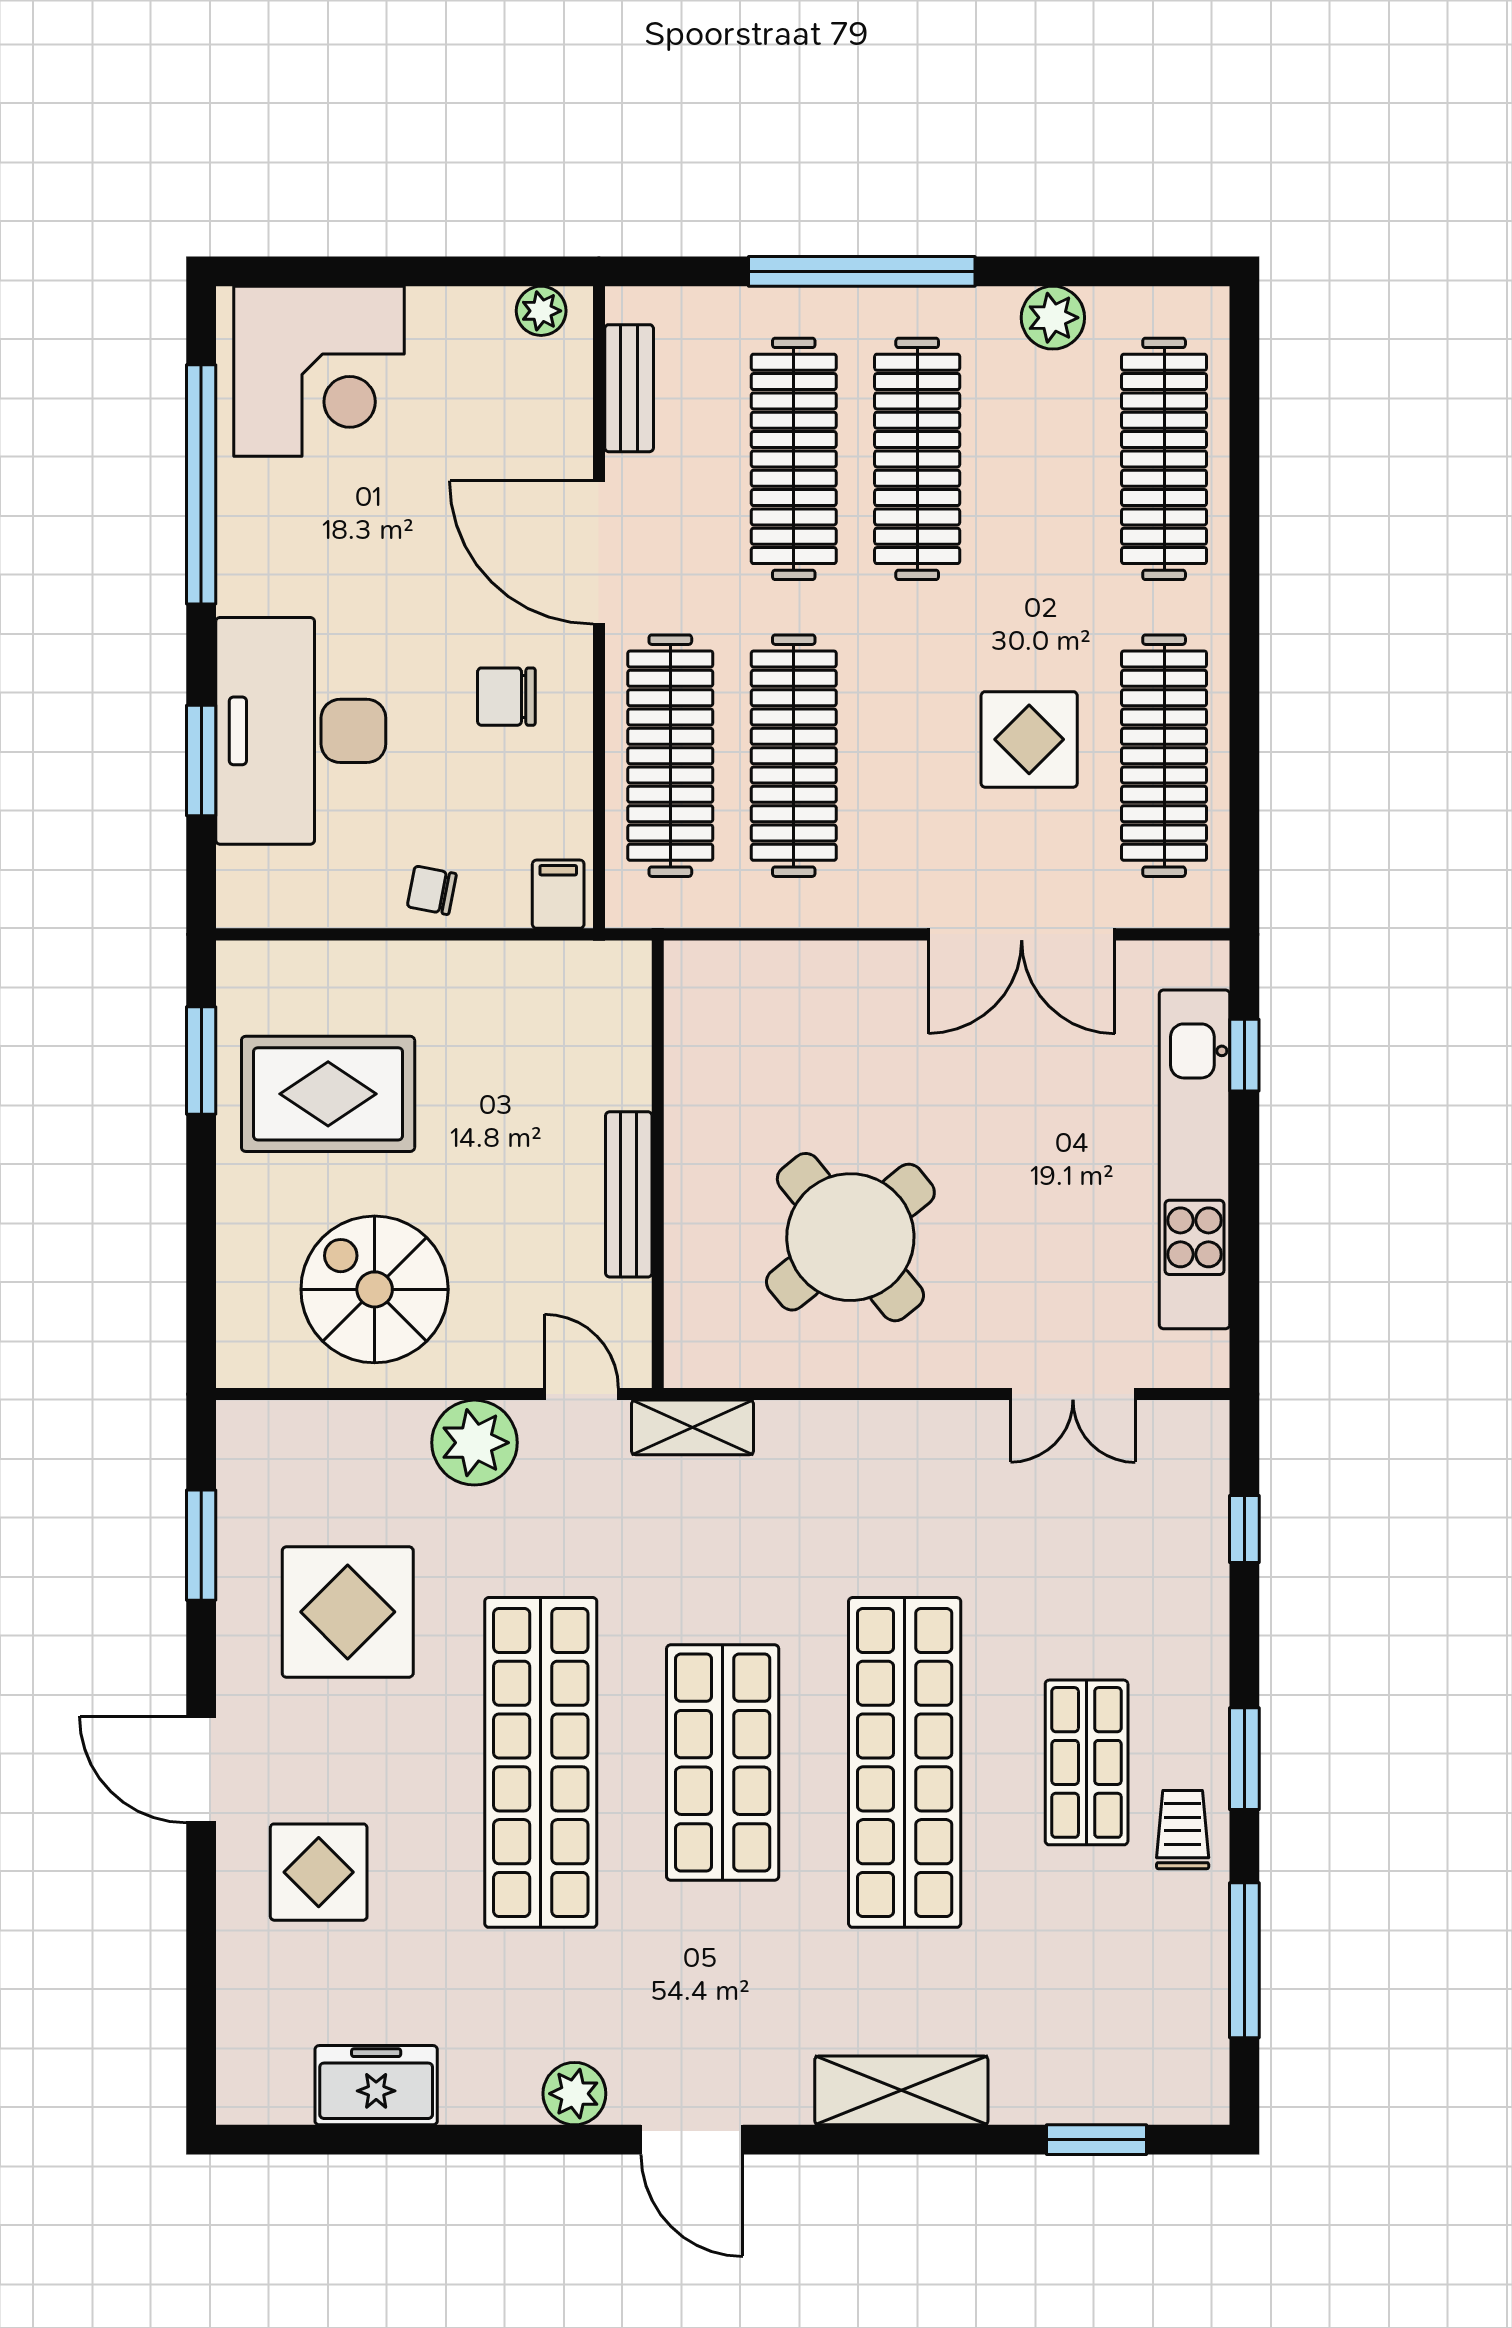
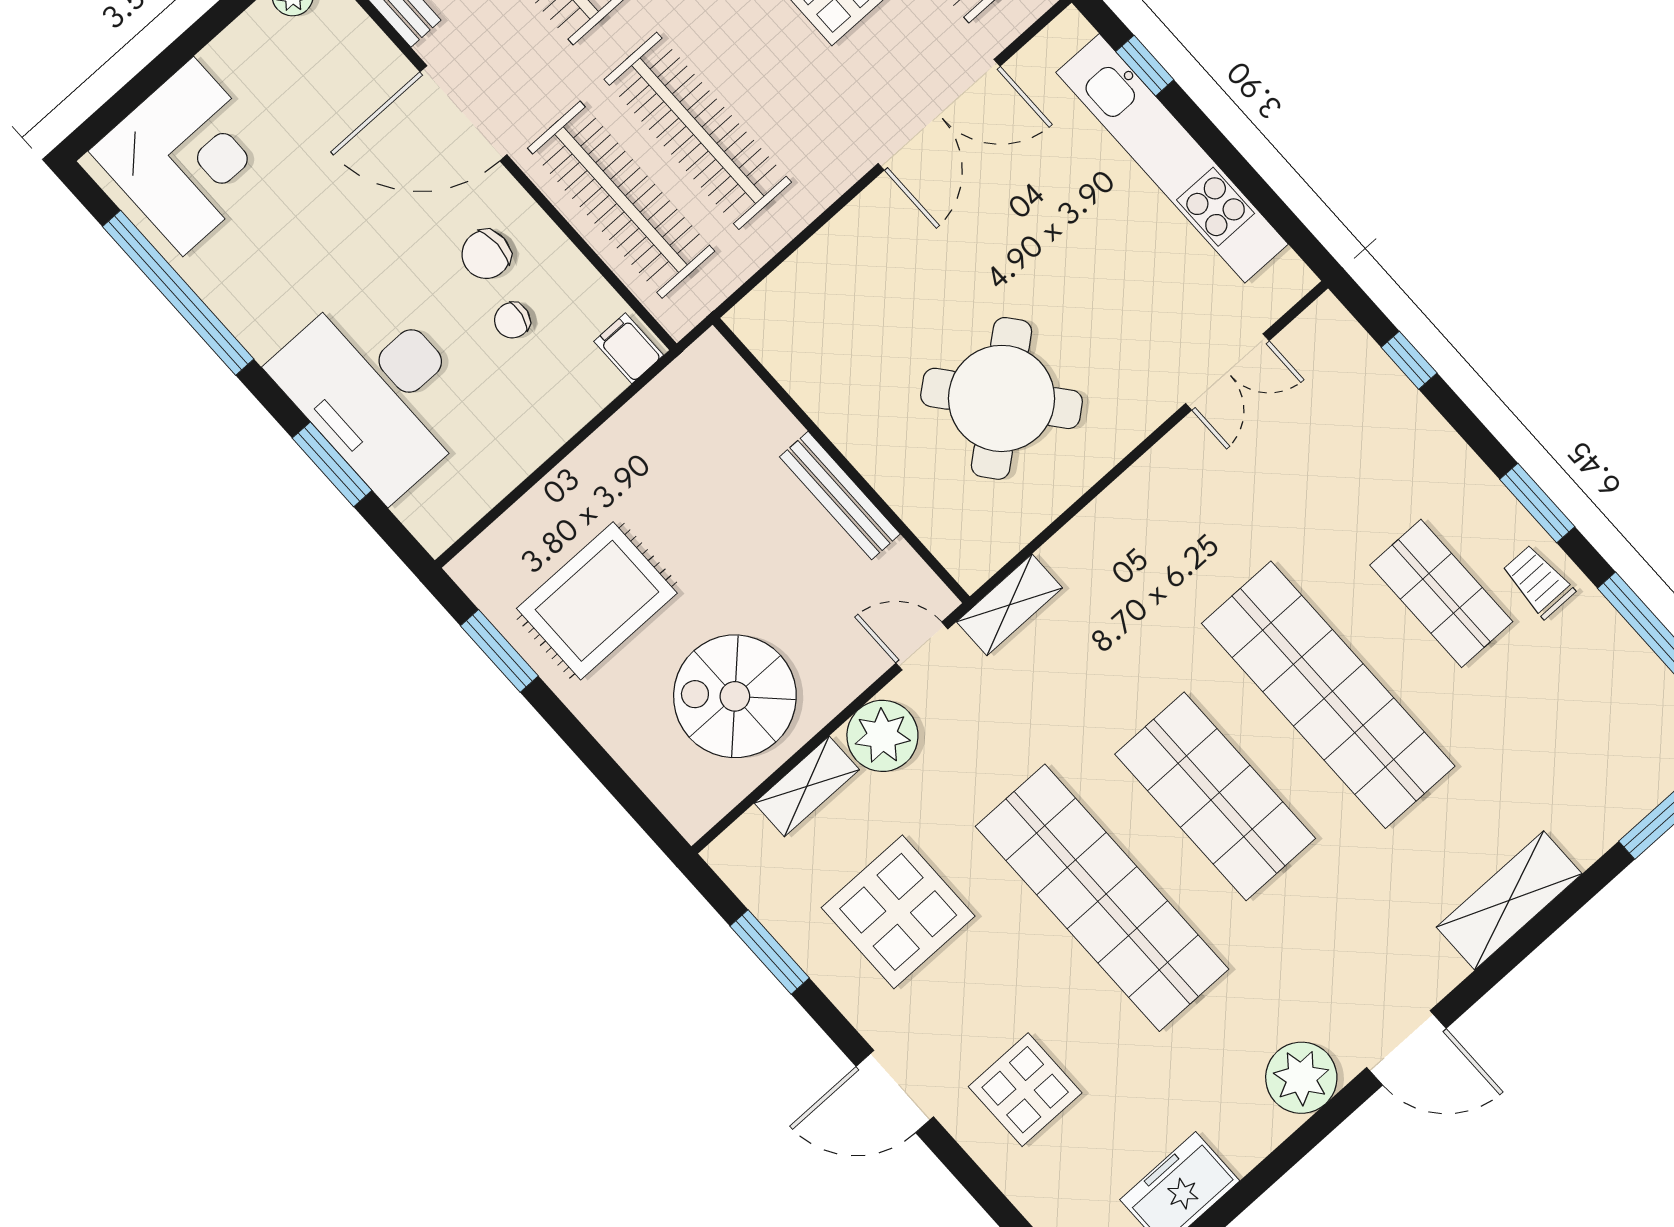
chair: (432, 890) -> (512, 320), moved
shelving: (367, 1427) -> (807, 786), added
plant: (574, 2094) -> (1301, 1078), width x1.36, depth x1.36

